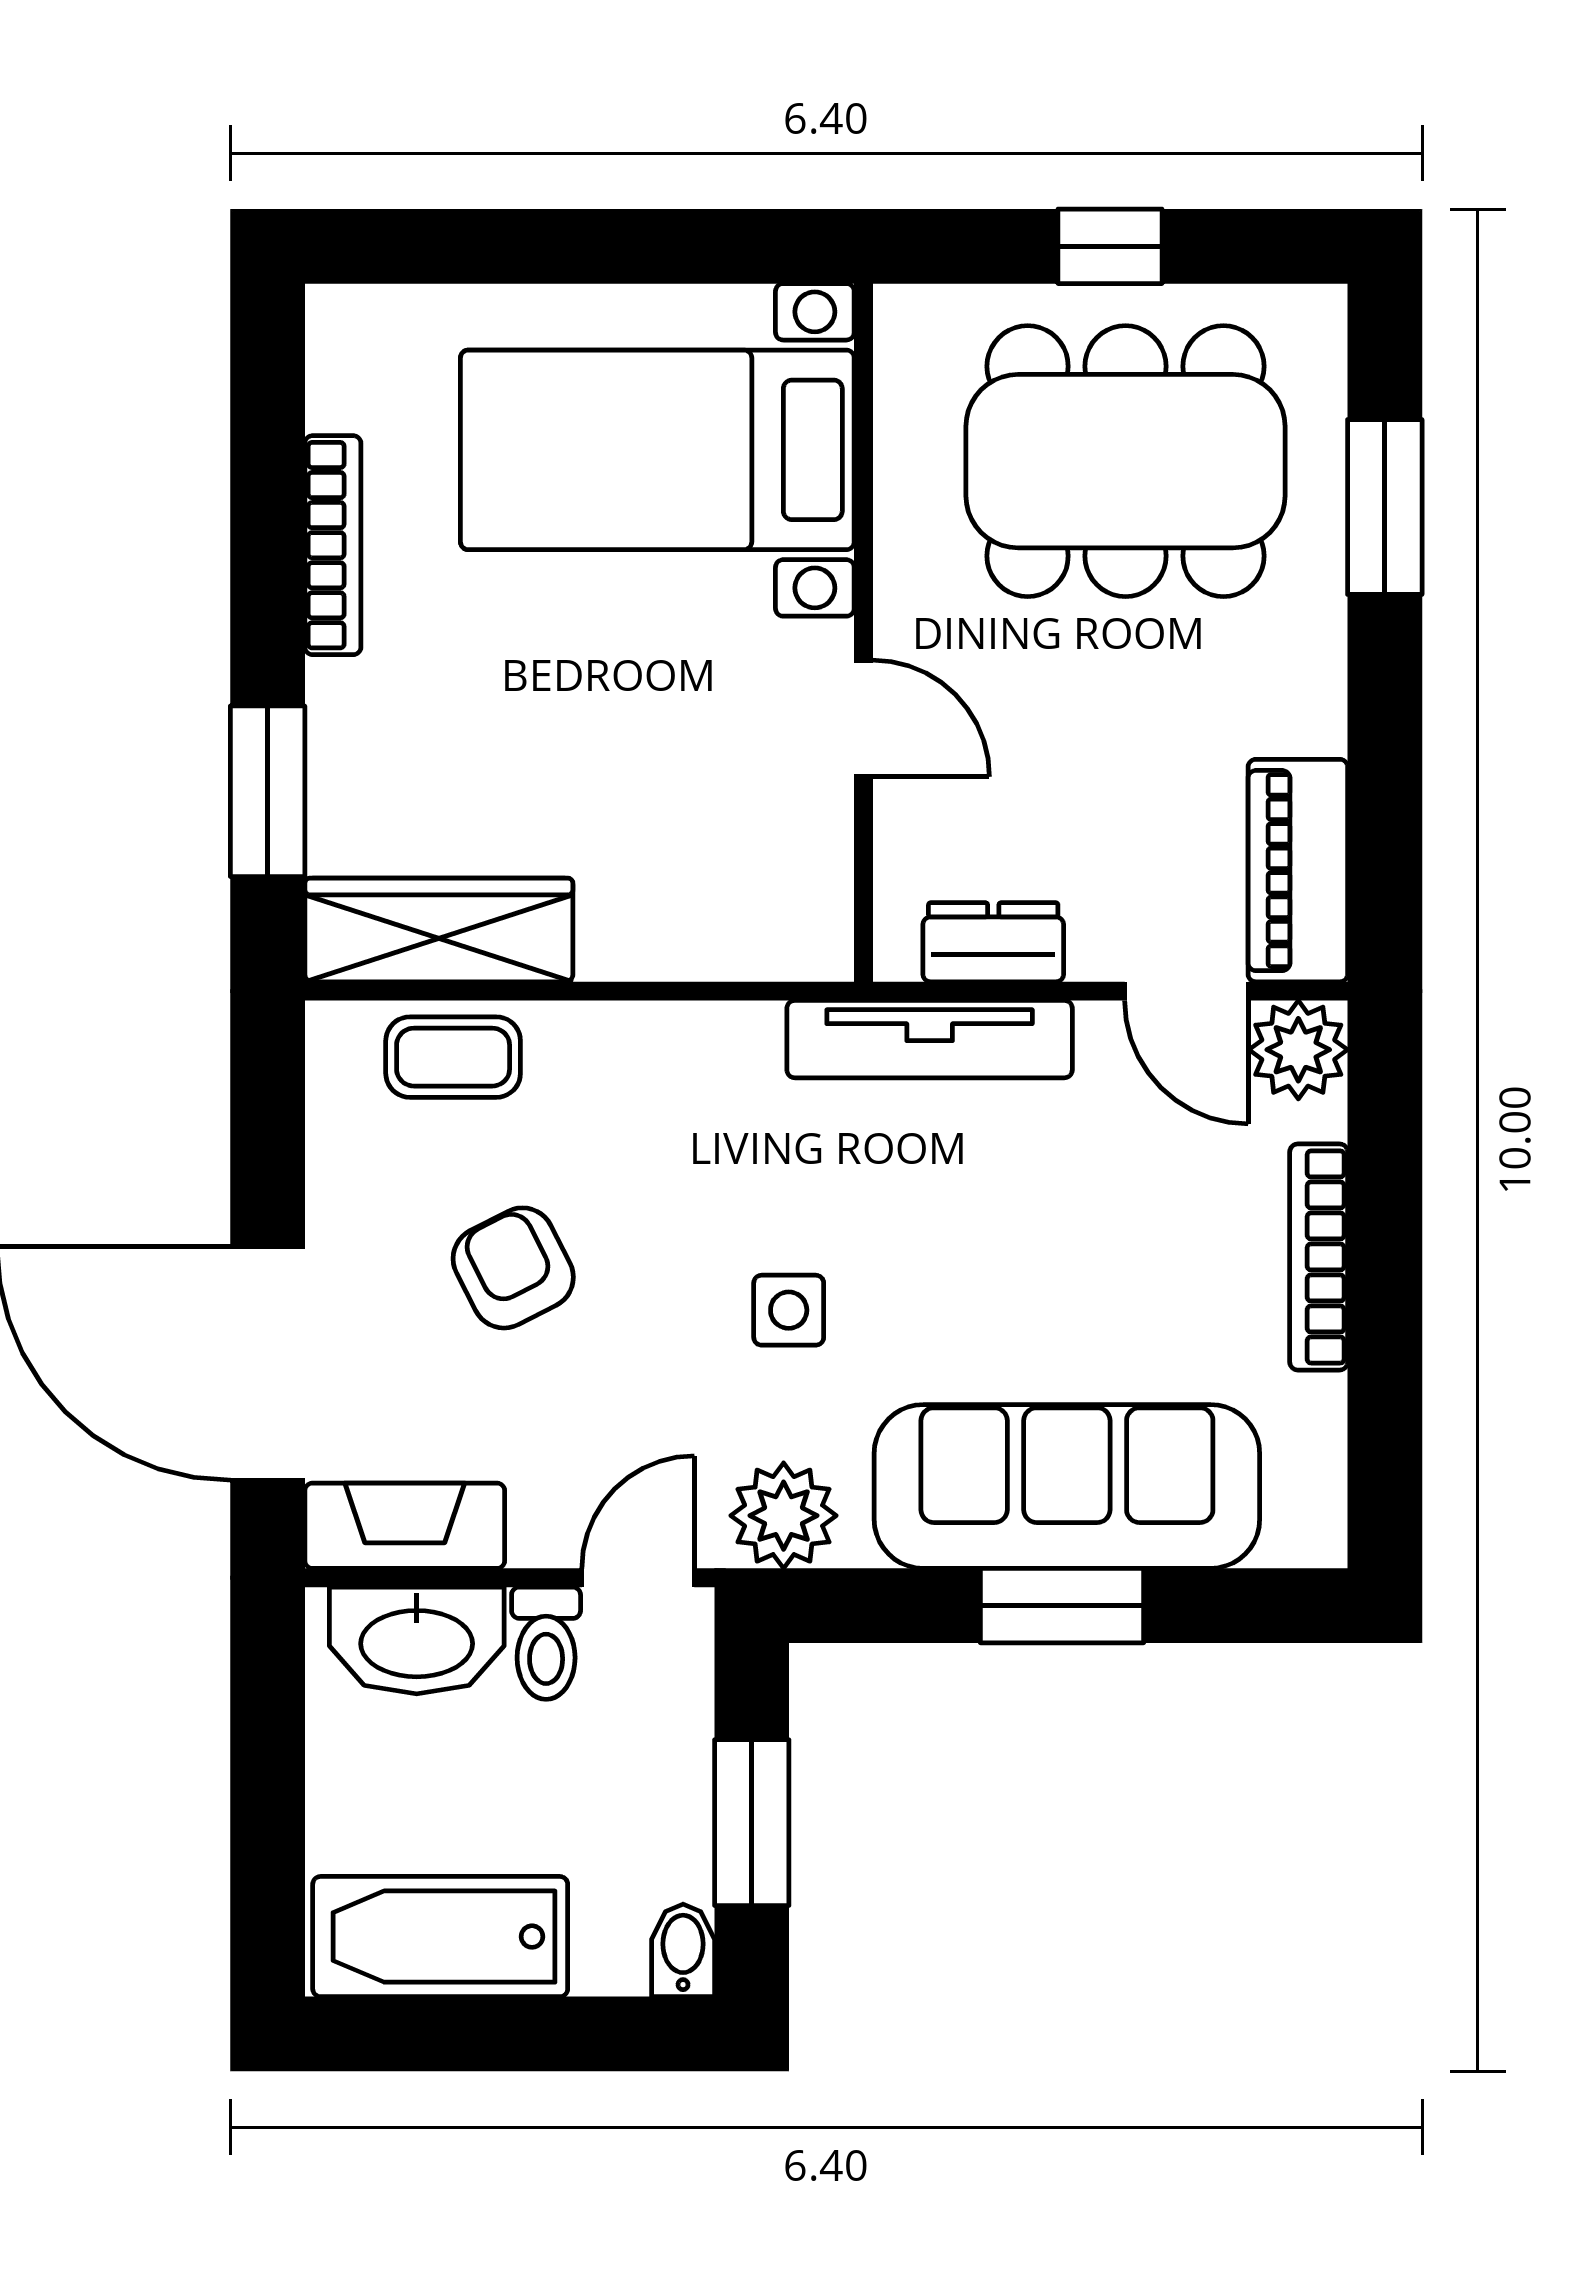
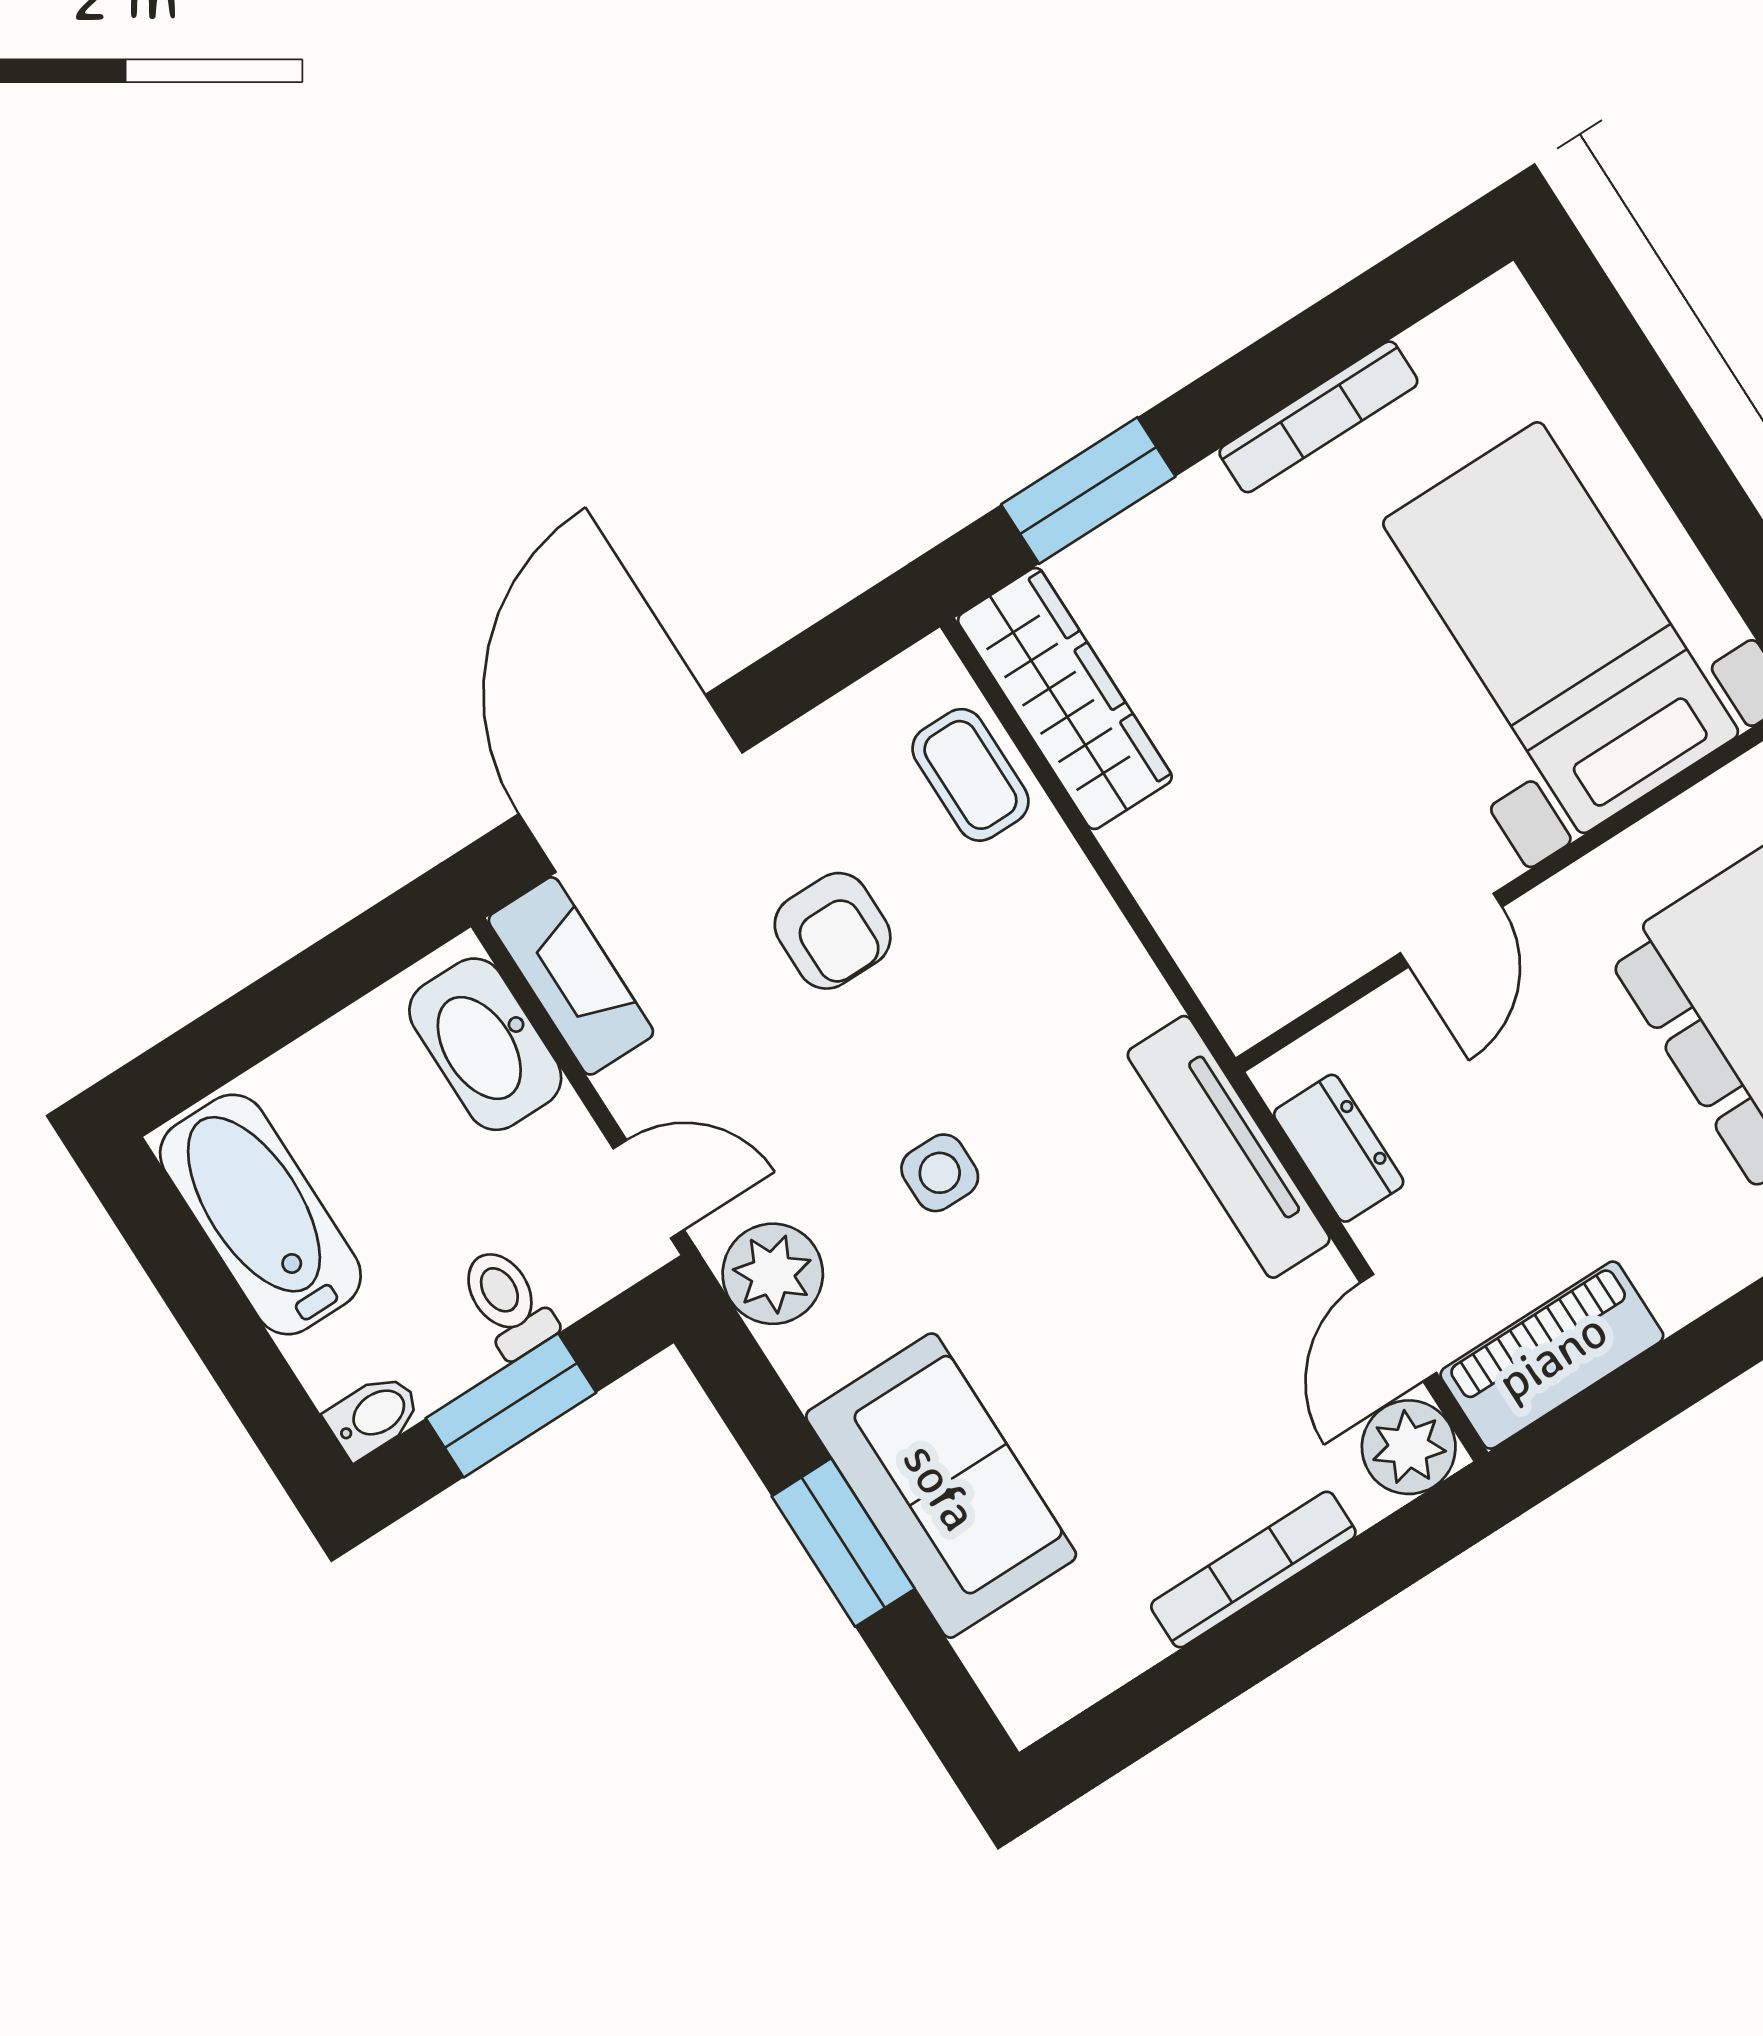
armchair: (513, 1268) -> (833, 931), turned 117
sofa: (1067, 1486) -> (941, 1486), width x0.73
toilet: (546, 1643) -> (507, 1302), moved, turned 90

